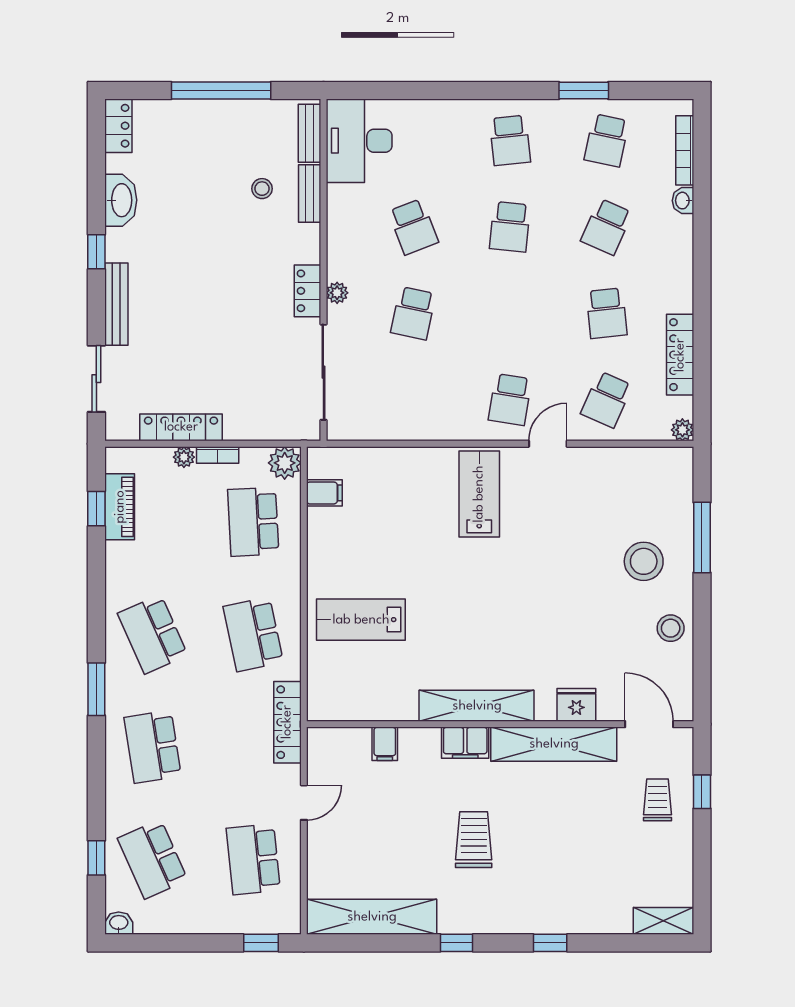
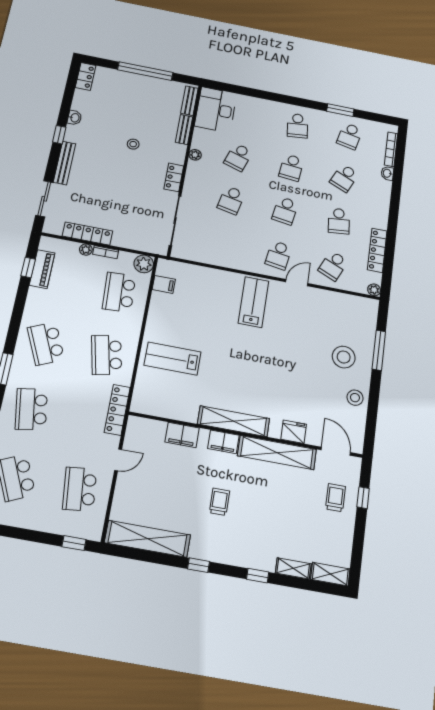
stool: (262, 189) -> (133, 144), moved
washbasin: (121, 200) -> (75, 118), width x0.52, depth x0.69
school desk: (413, 227) -> (238, 157), turned 39
plant: (337, 293) -> (195, 155), moved
school desk: (510, 313) -> (285, 211), added
filing cabinet: (385, 744) -> (182, 435), width x2.00
trolley: (474, 840) -> (219, 502), width x0.73, depth x0.72
shelving: (604, 922) -> (293, 568), added

